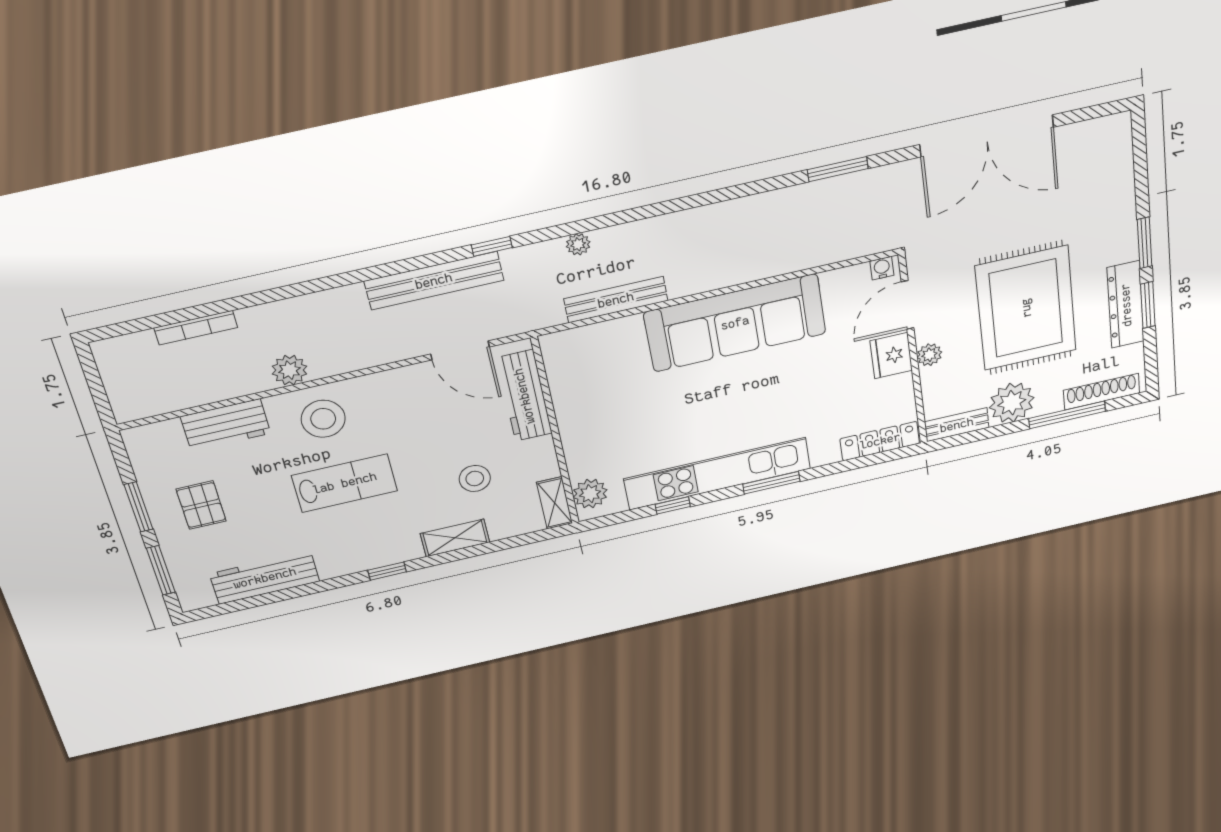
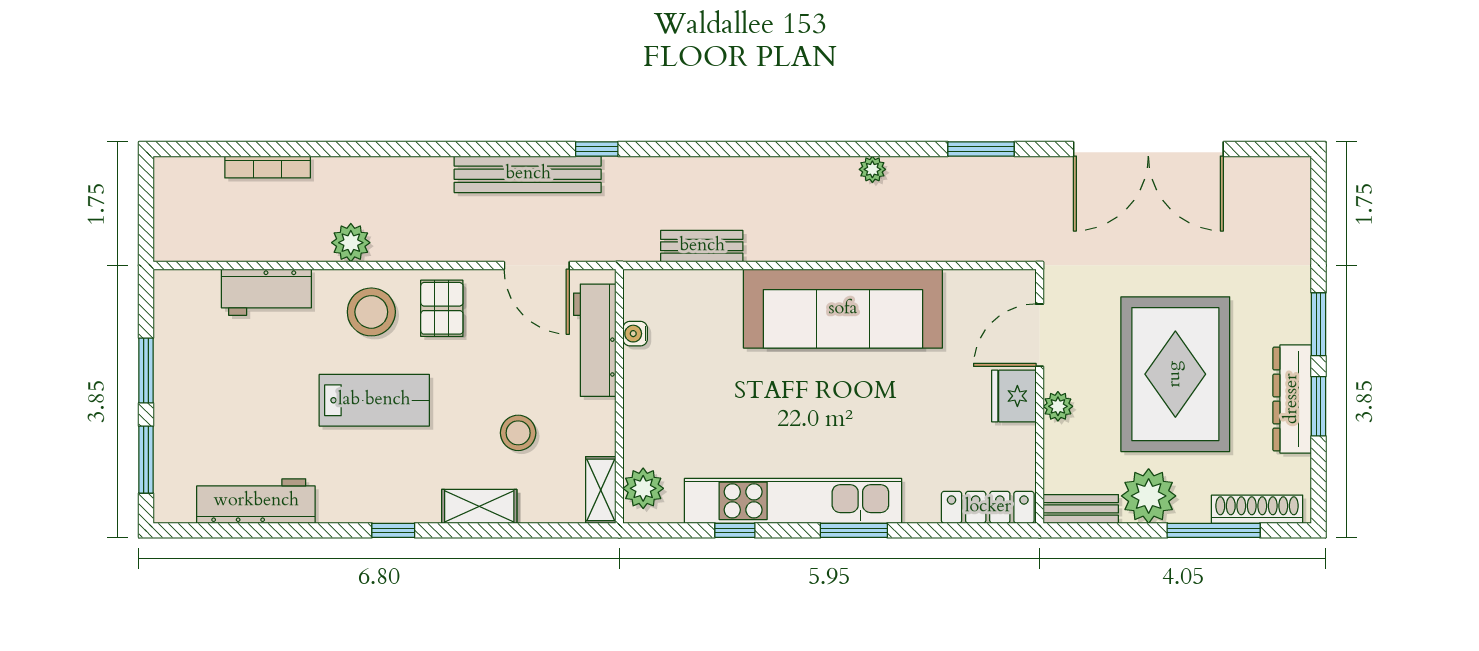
plant: (578, 244) -> (872, 169), moved
water cooler: (882, 268) -> (635, 334), moved, turned -90
bench: (616, 300) -> (702, 246), width x0.73
pallet: (201, 505) -> (442, 308), moved

